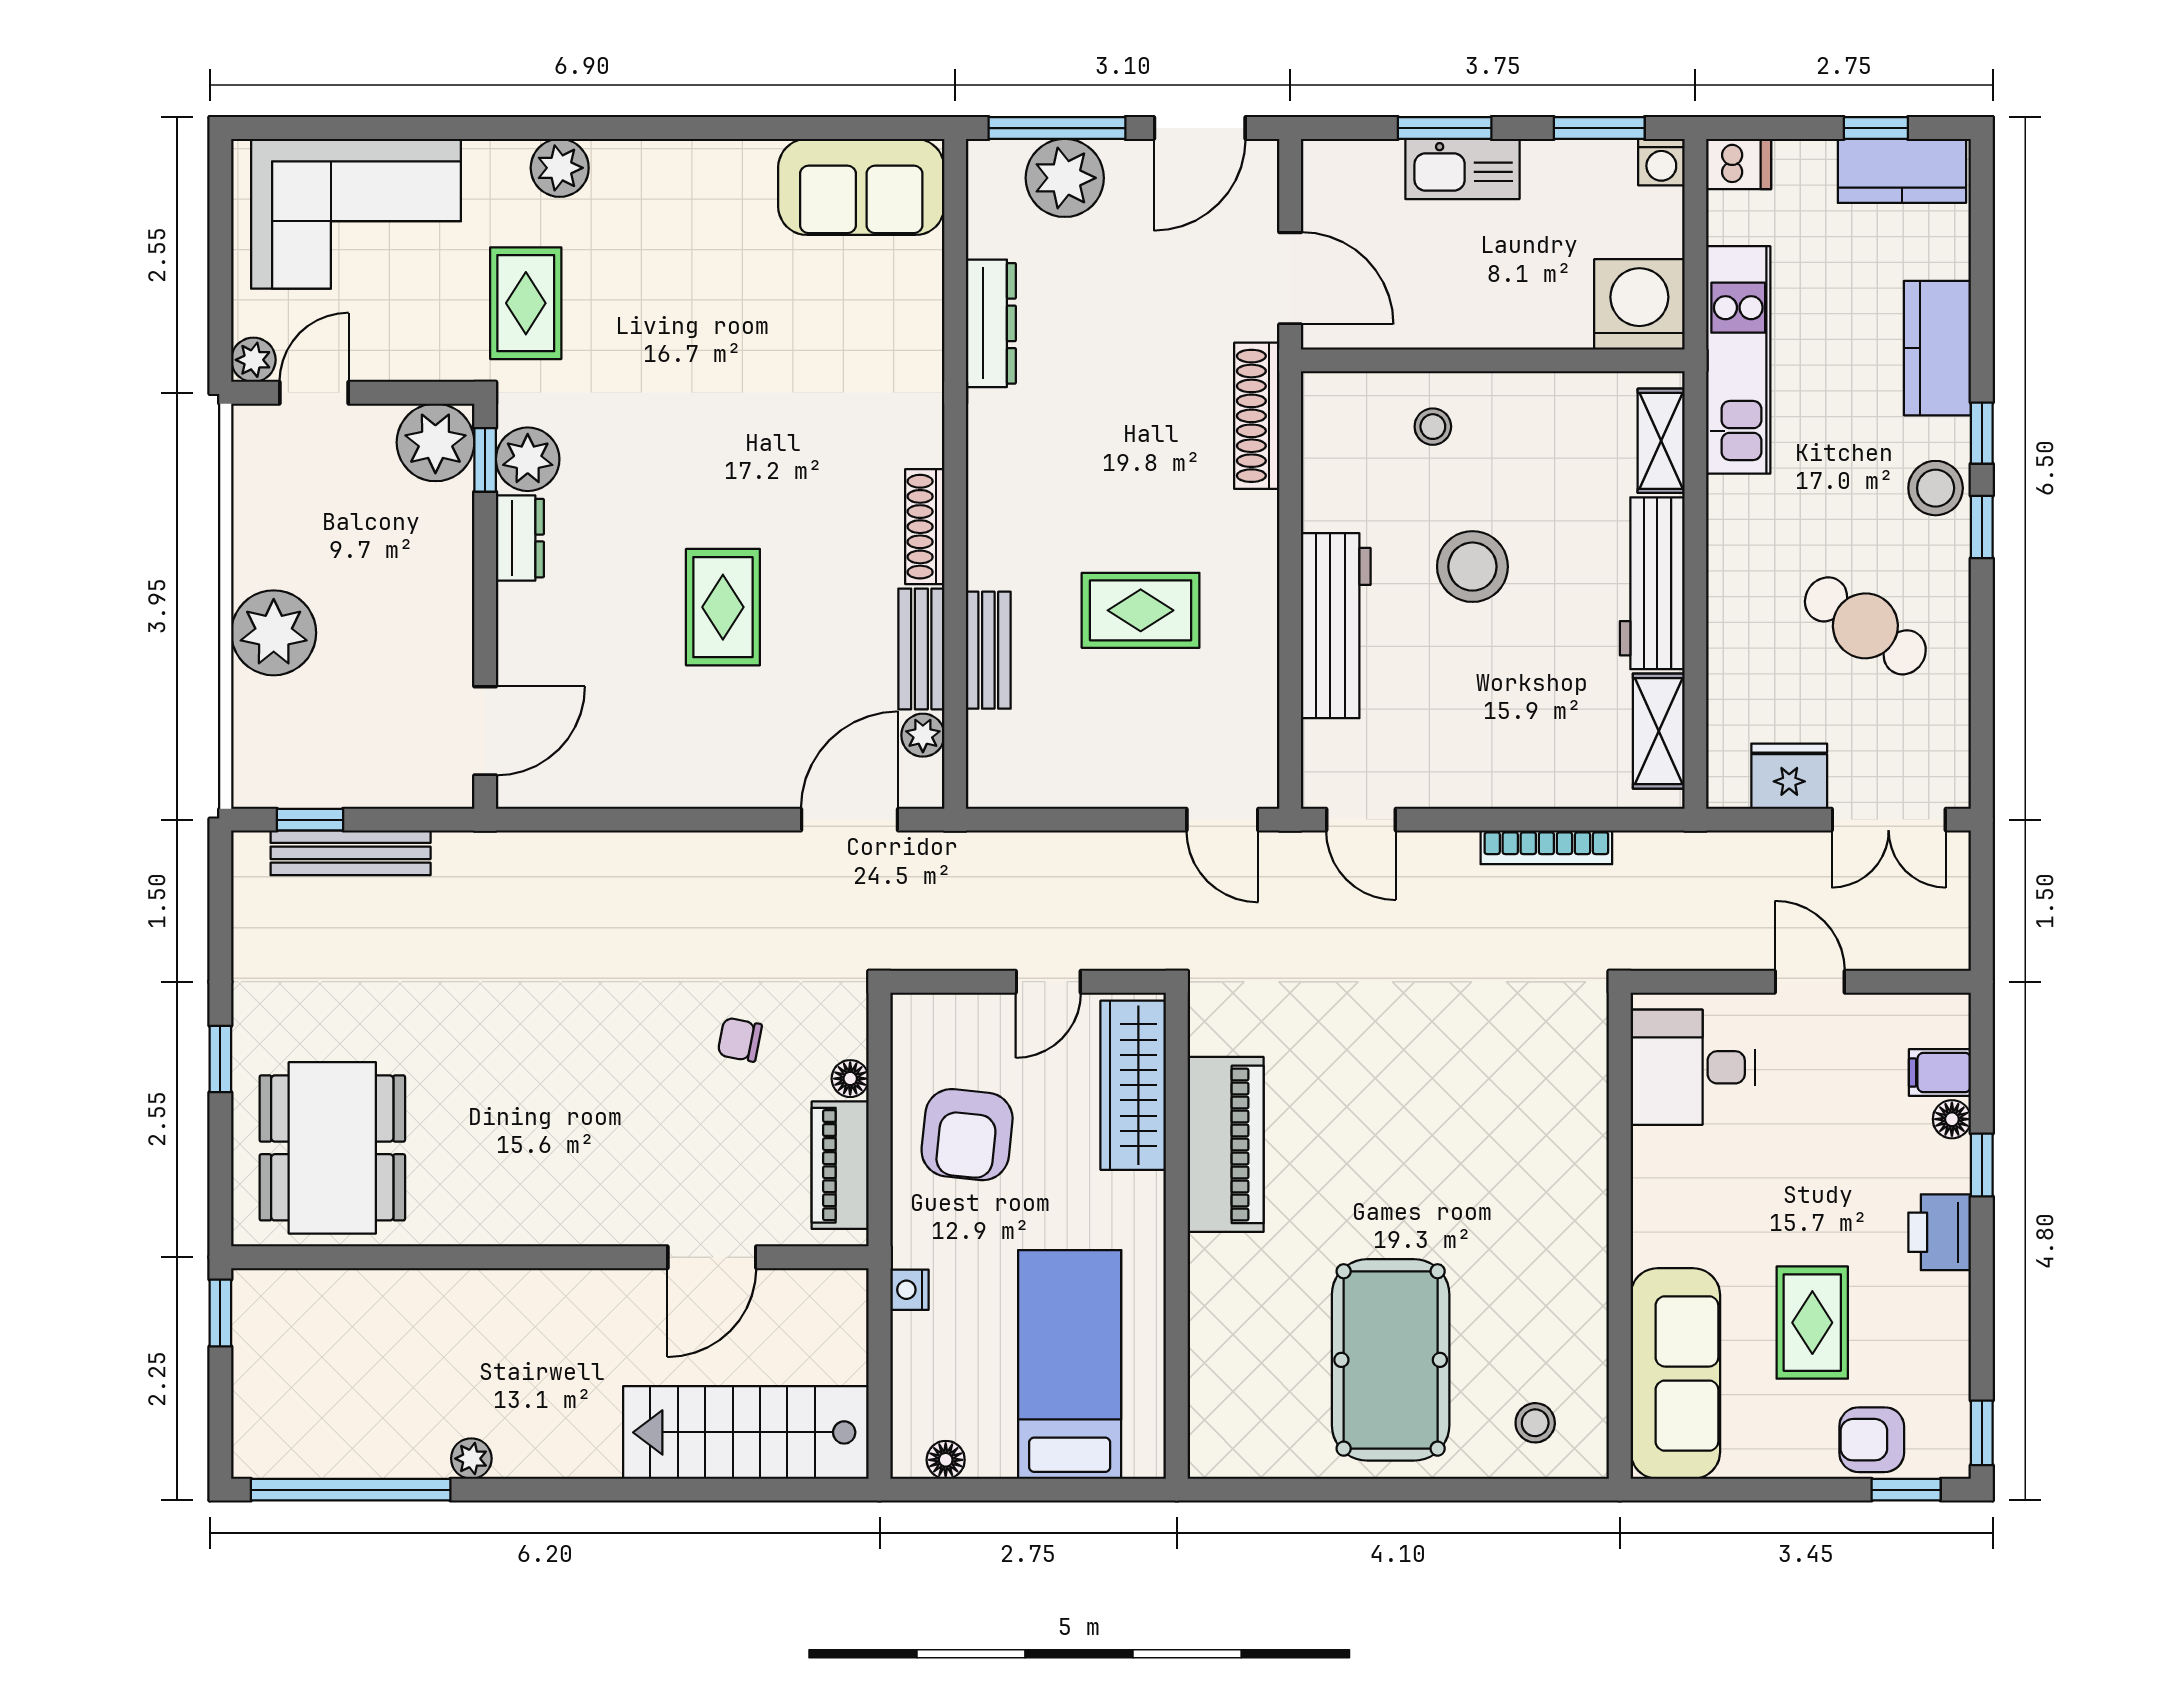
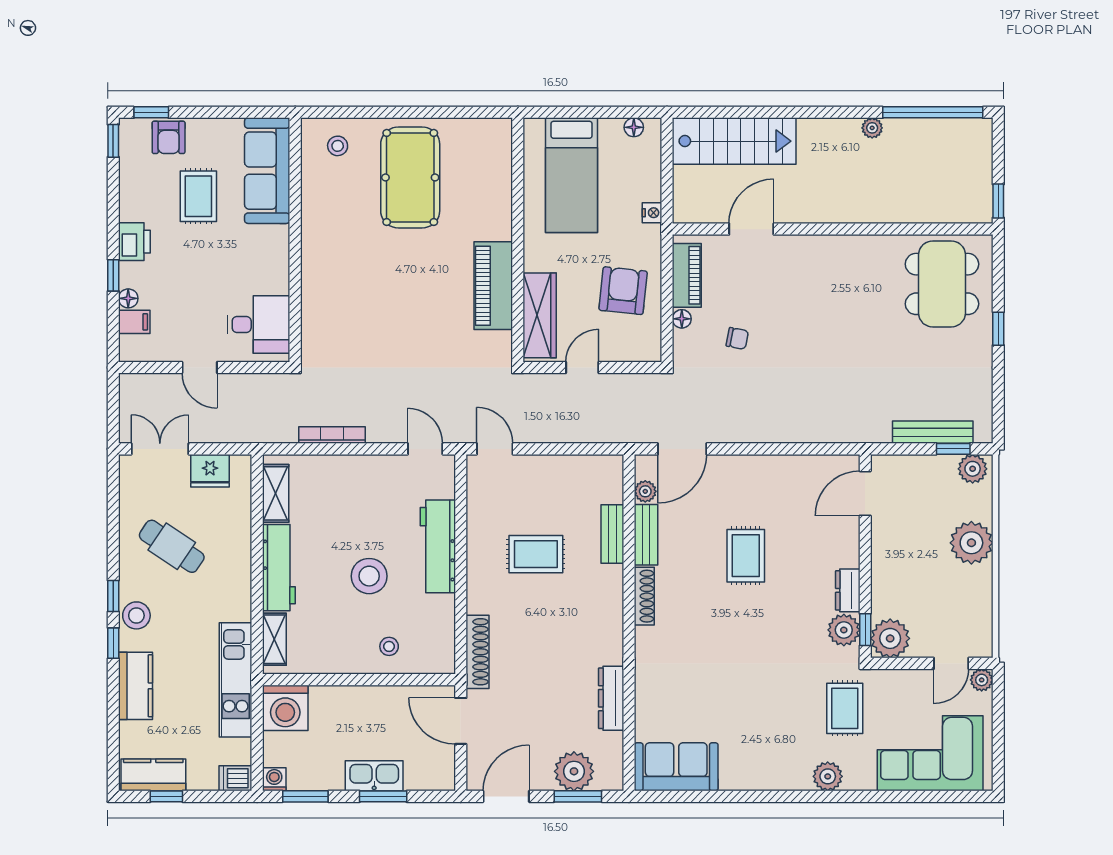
window: (1057, 128) -> (578, 796), width x0.69
plant: (271, 780) -> (973, 469), added
armchair: (1872, 1440) -> (169, 137), turned 90

